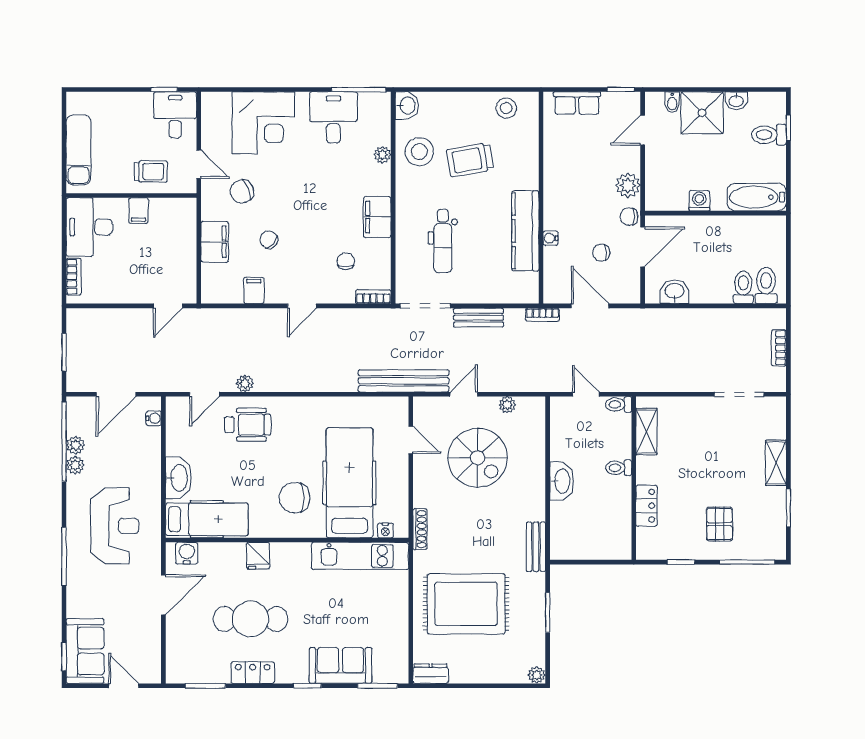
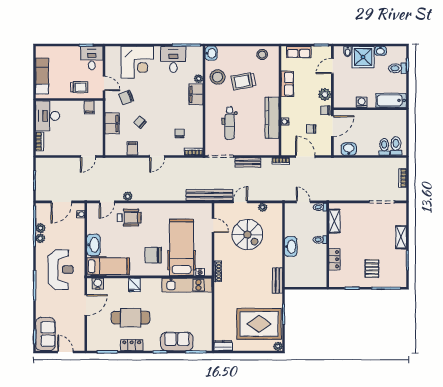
row of seats: (555, 165) -> (287, 84), added
filing cabinet: (138, 211) -> (89, 107), moved
filing cabinet: (377, 217) -> (196, 94), moved
rug: (466, 604) -> (259, 324), moved

